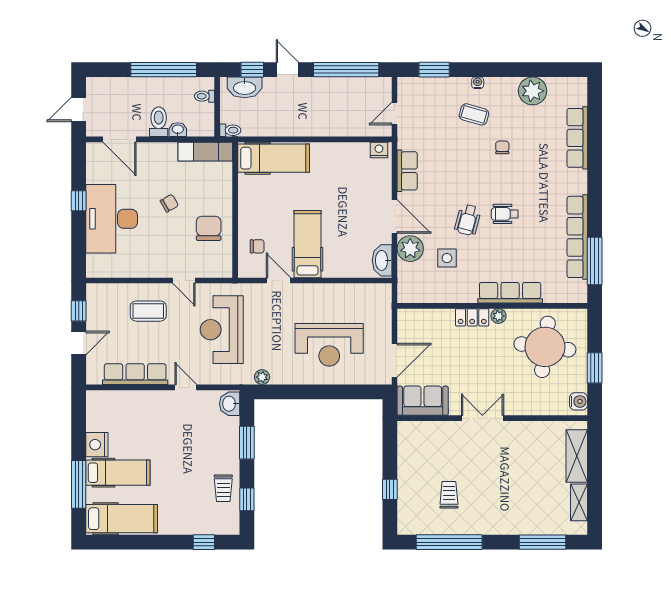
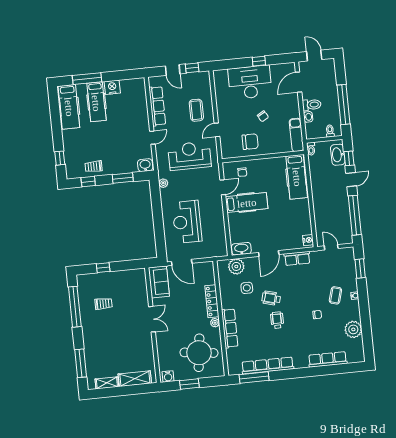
plant: (410, 249) -> (236, 266), moved
locker: (472, 317) -> (212, 301), width x1.53

